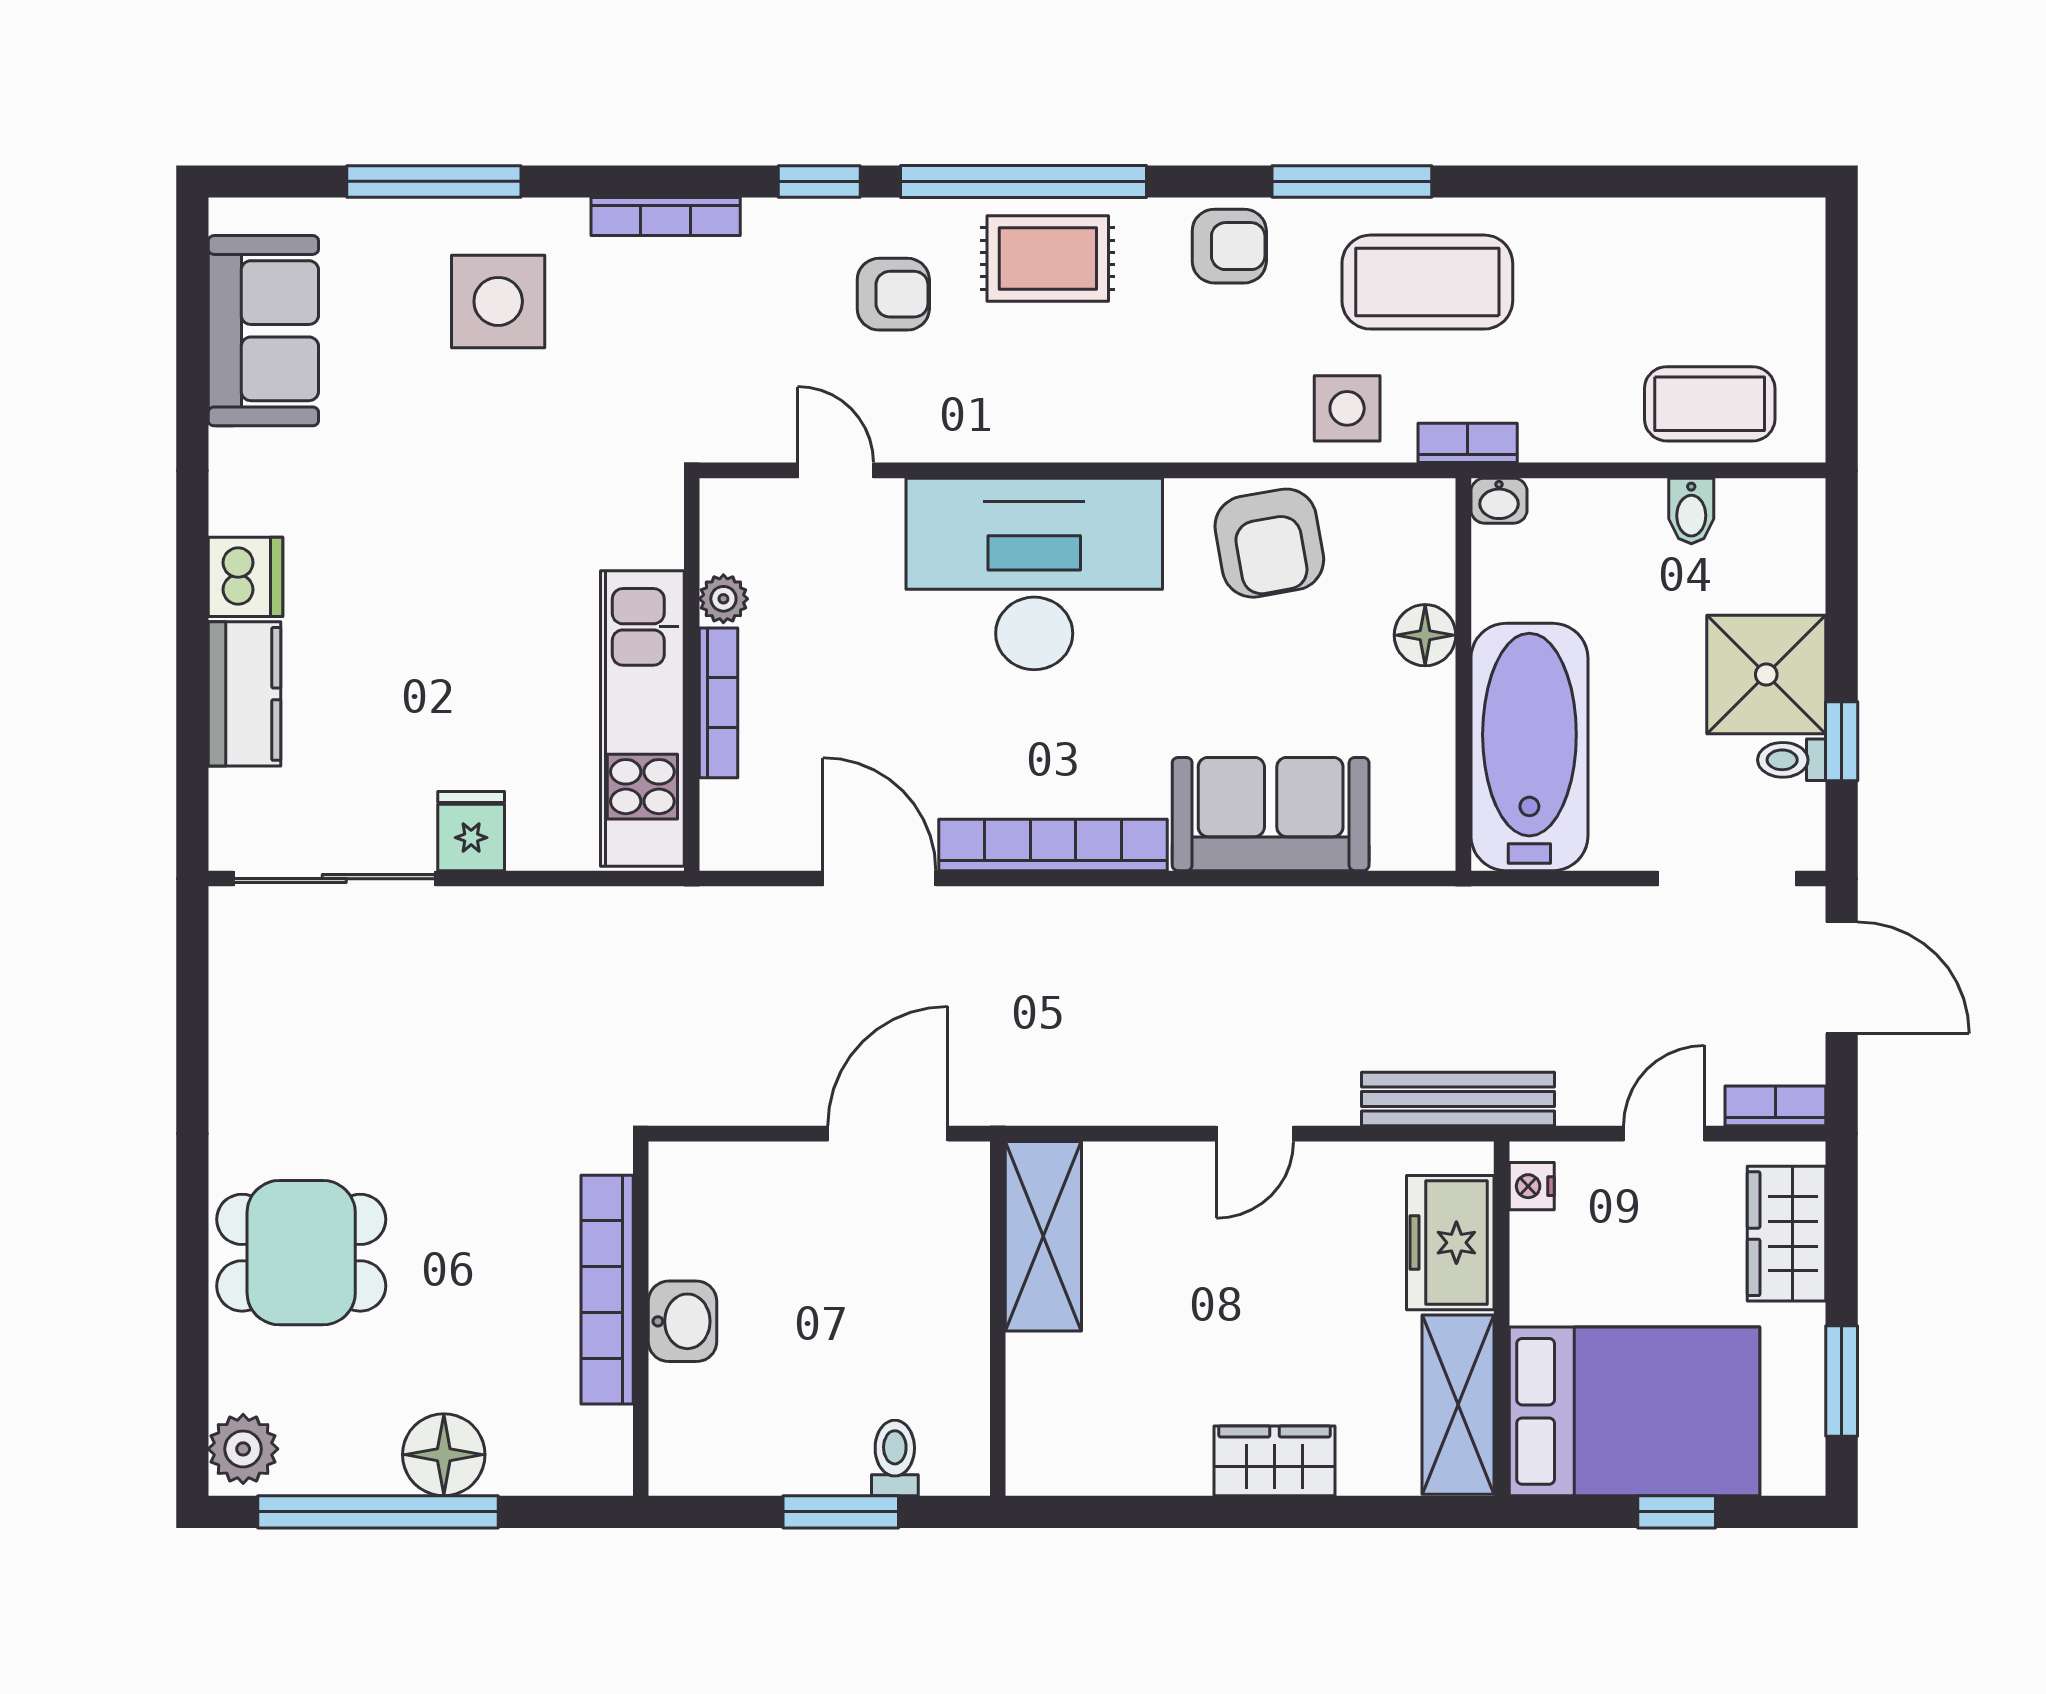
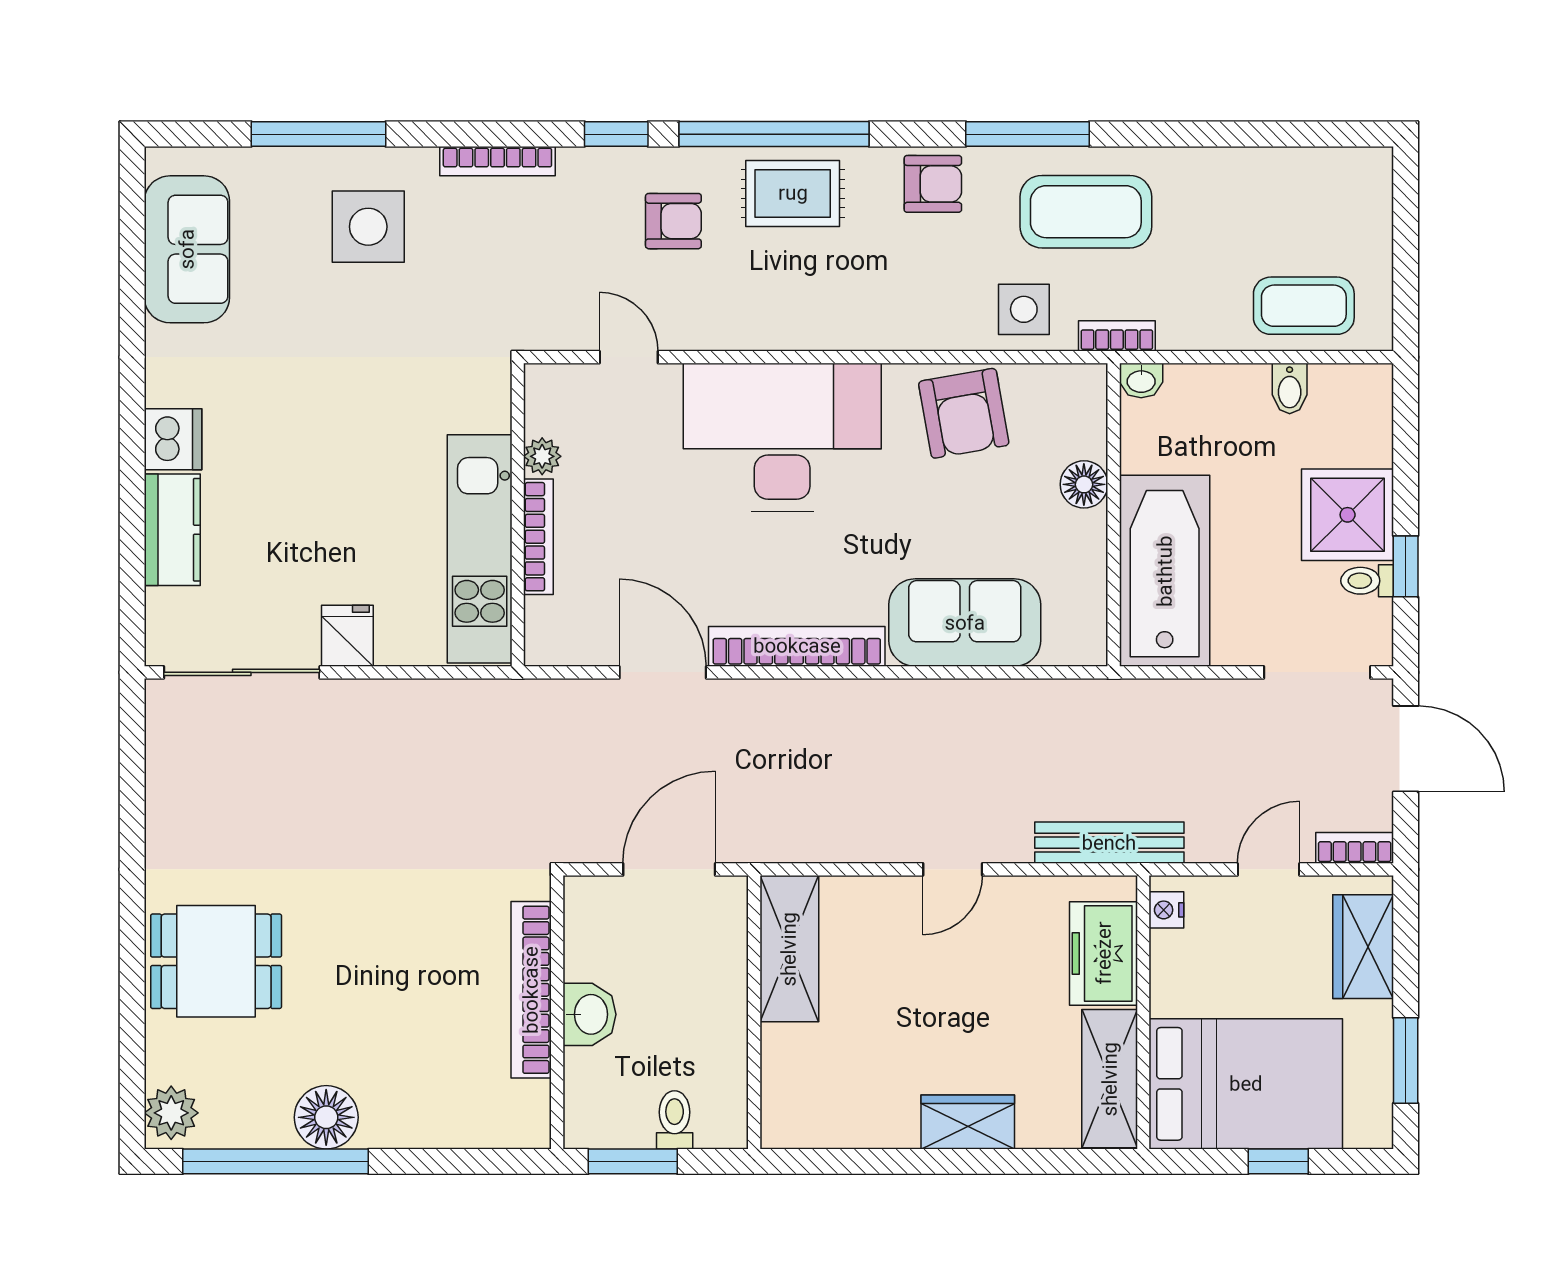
bookcase: (607, 1290) -> (531, 990), moved
wall: (641, 1319) -> (557, 1012), moved
washbasin: (683, 1321) -> (589, 1014), moved

